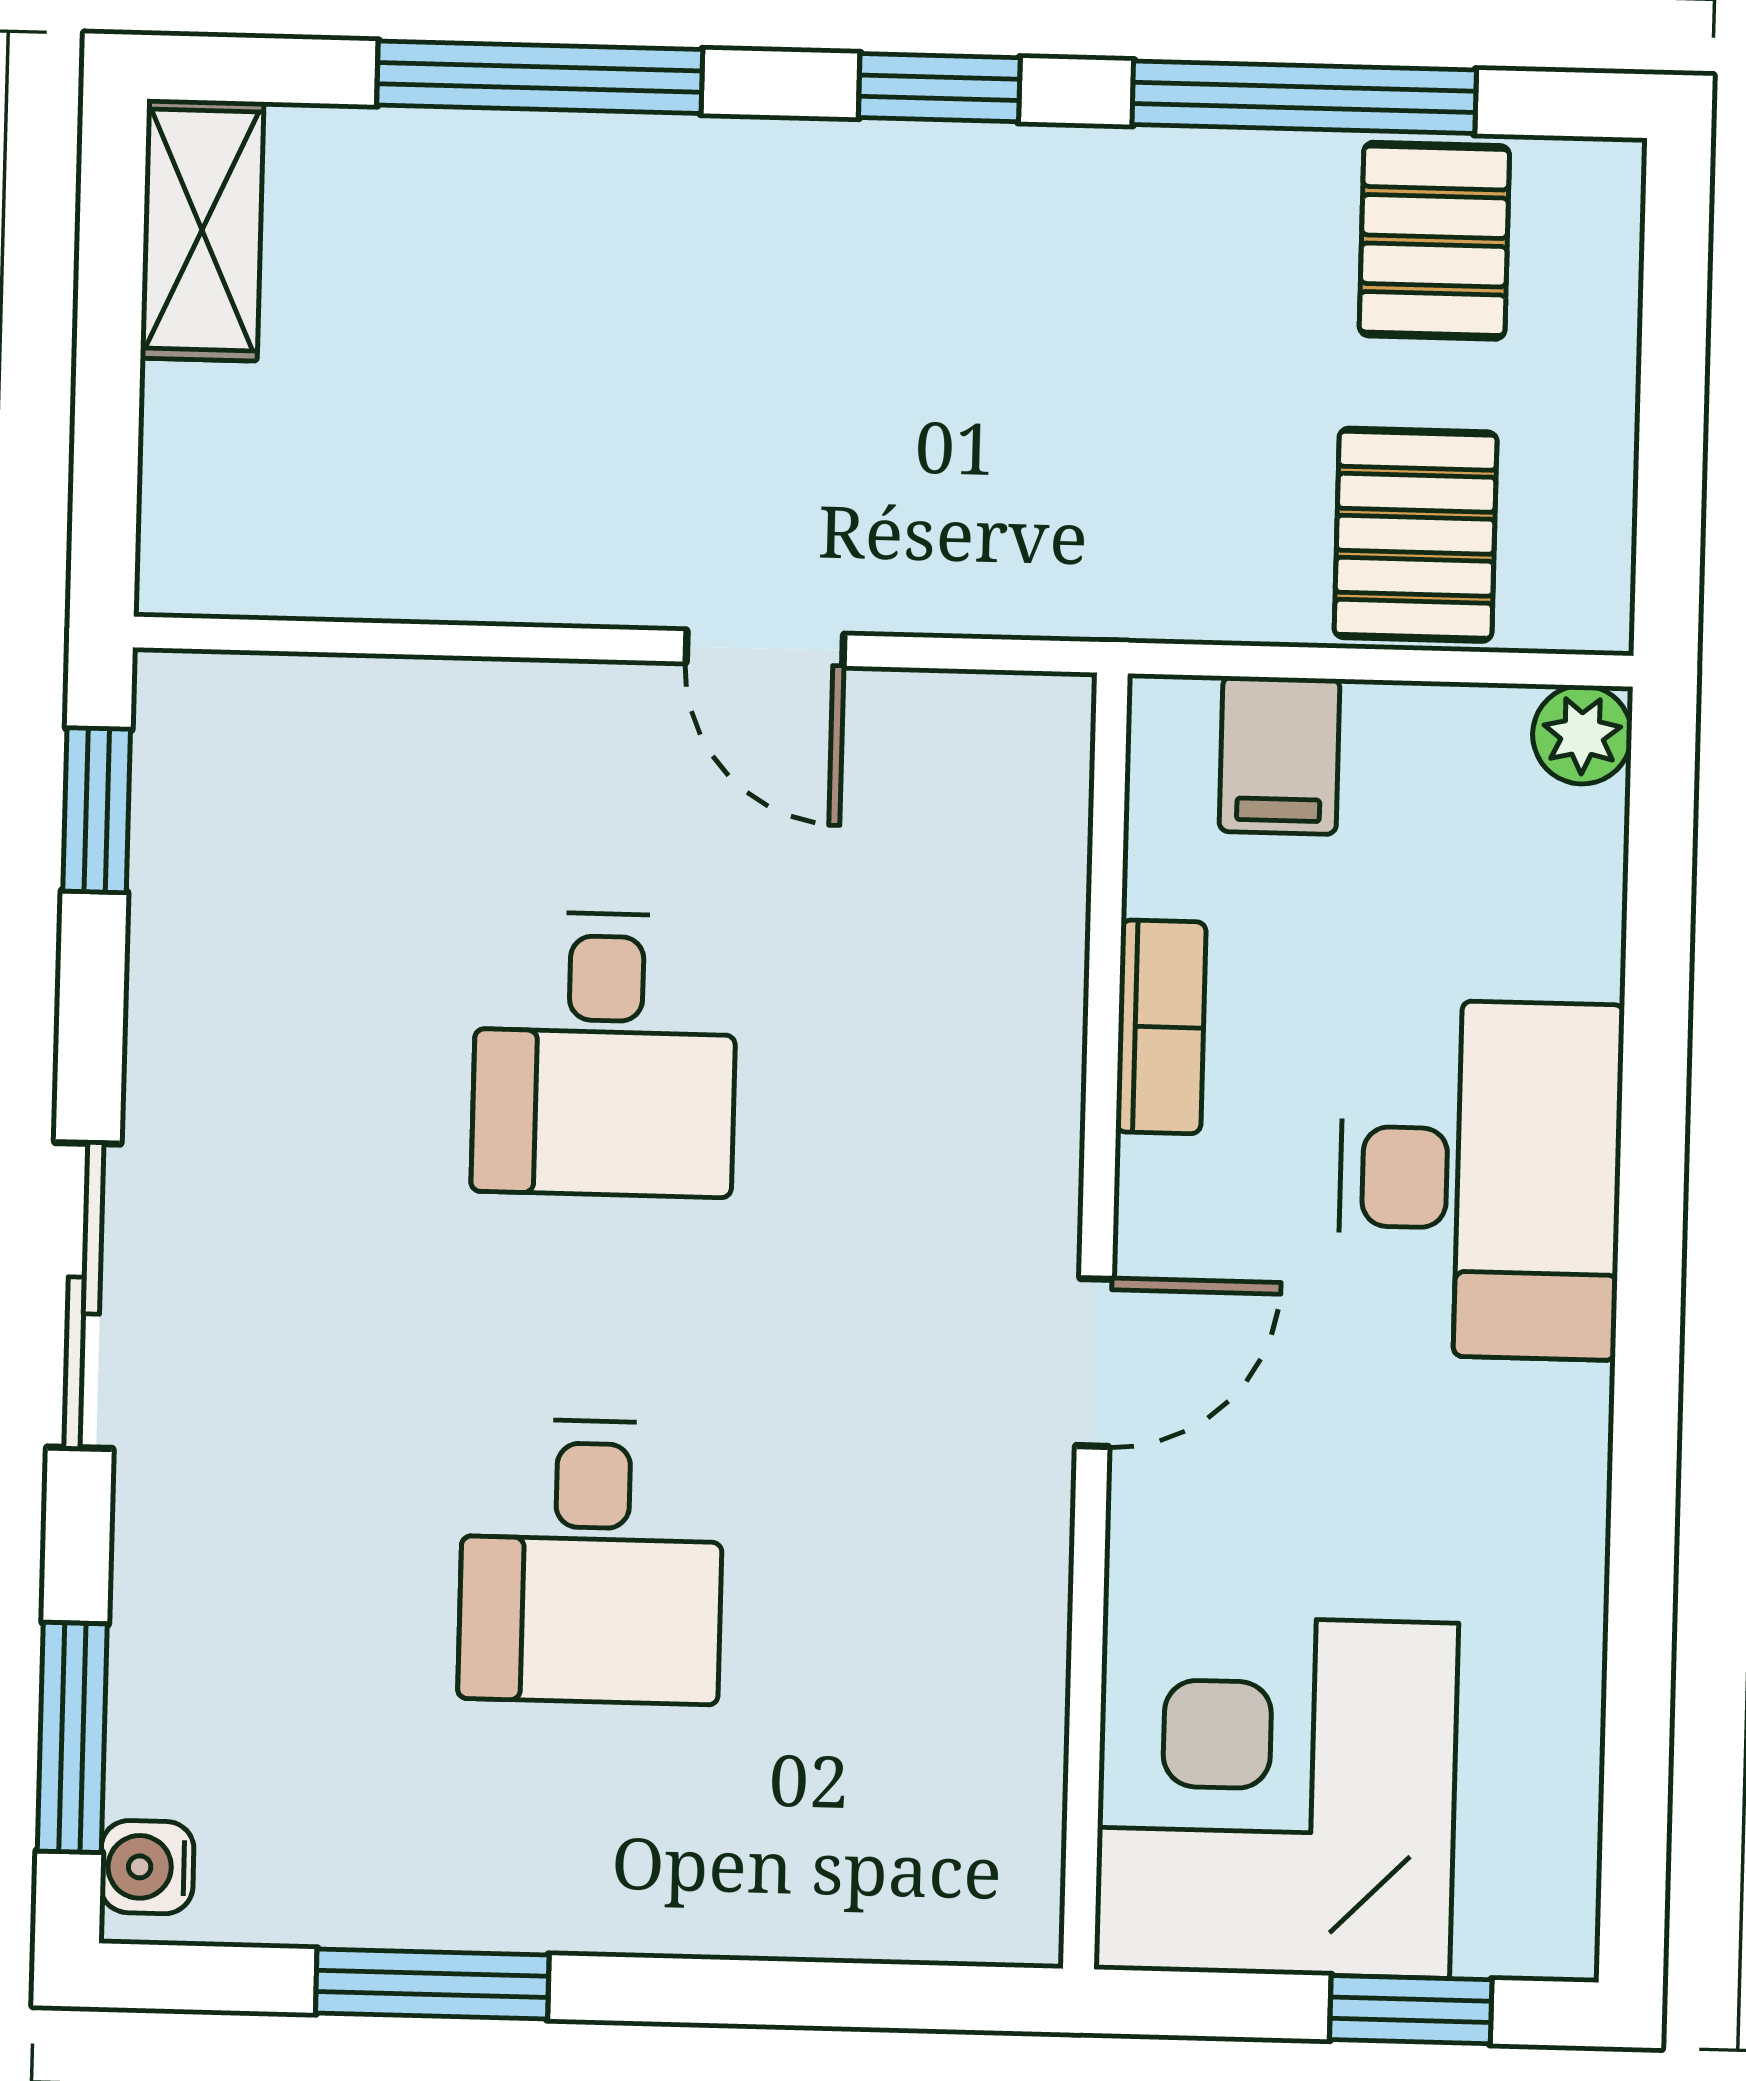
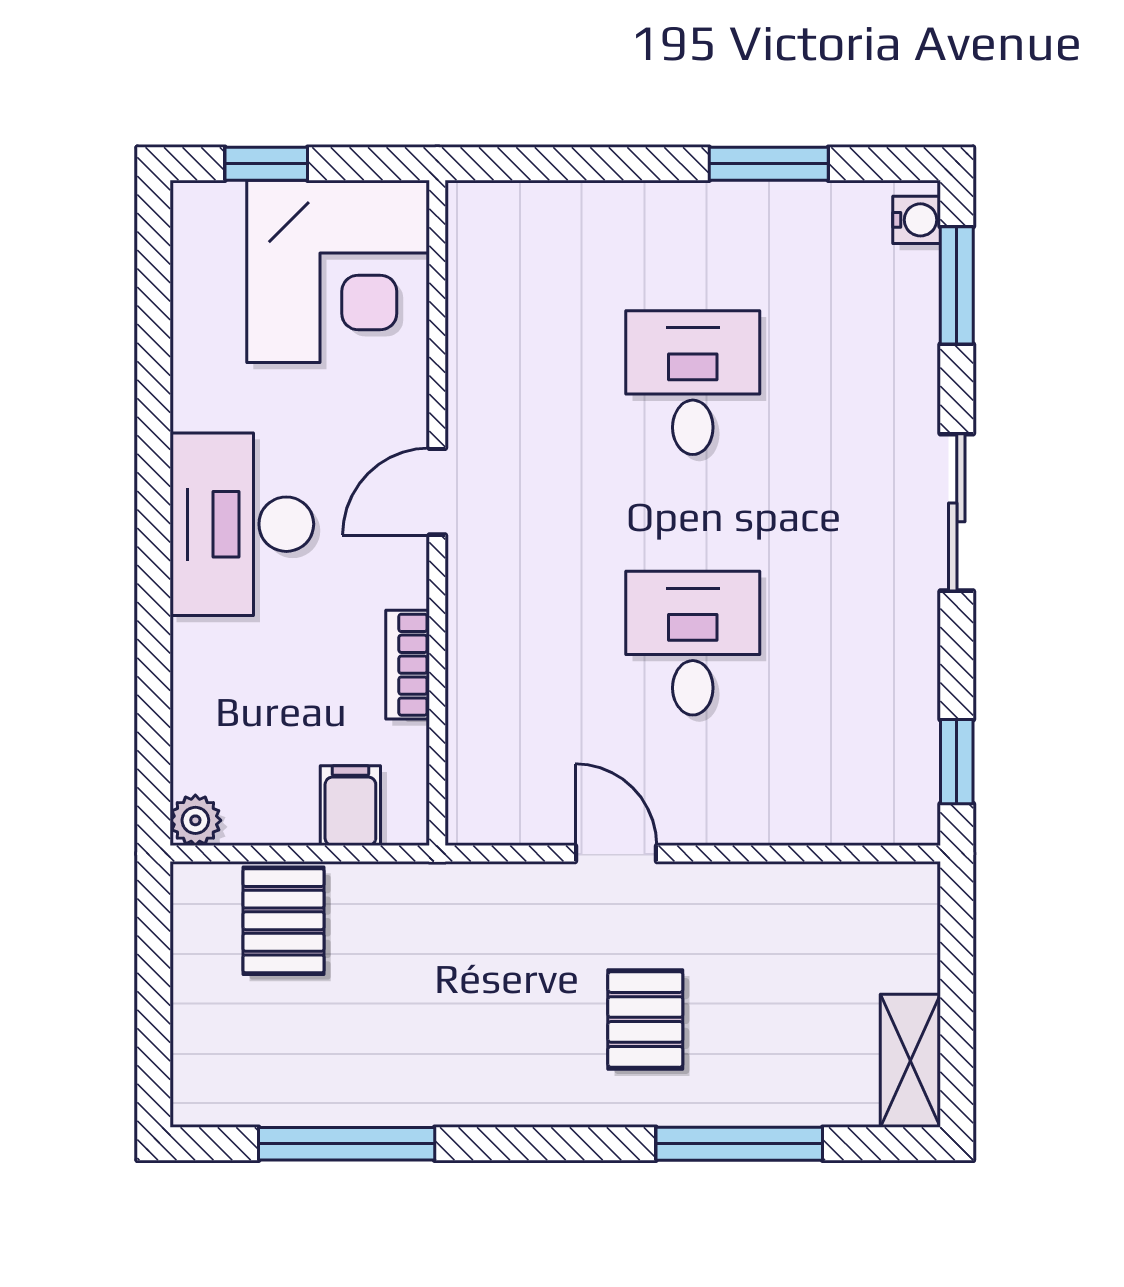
window: (939, 88) -> (534, 1144), removed
pallet: (1434, 241) -> (645, 1019), moved
desk: (1480, 1179) -> (242, 524), moved

